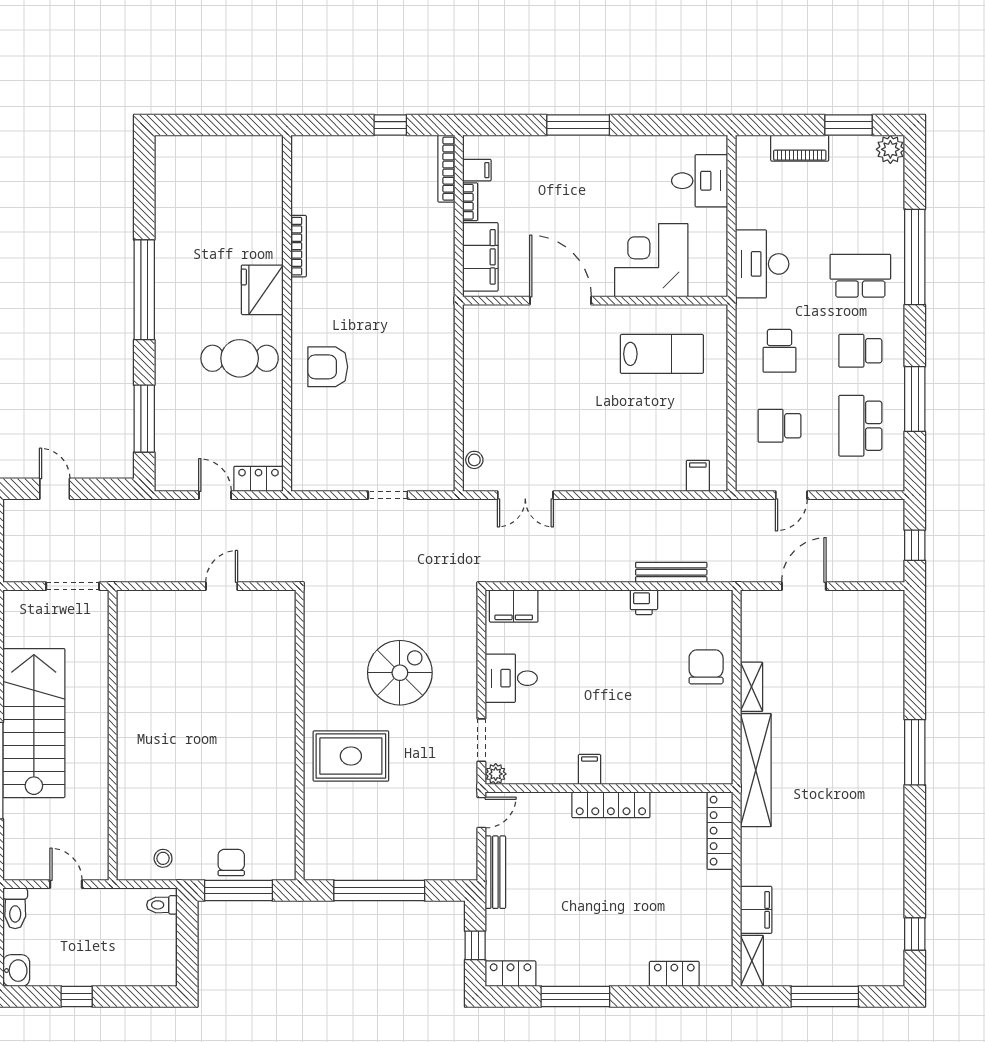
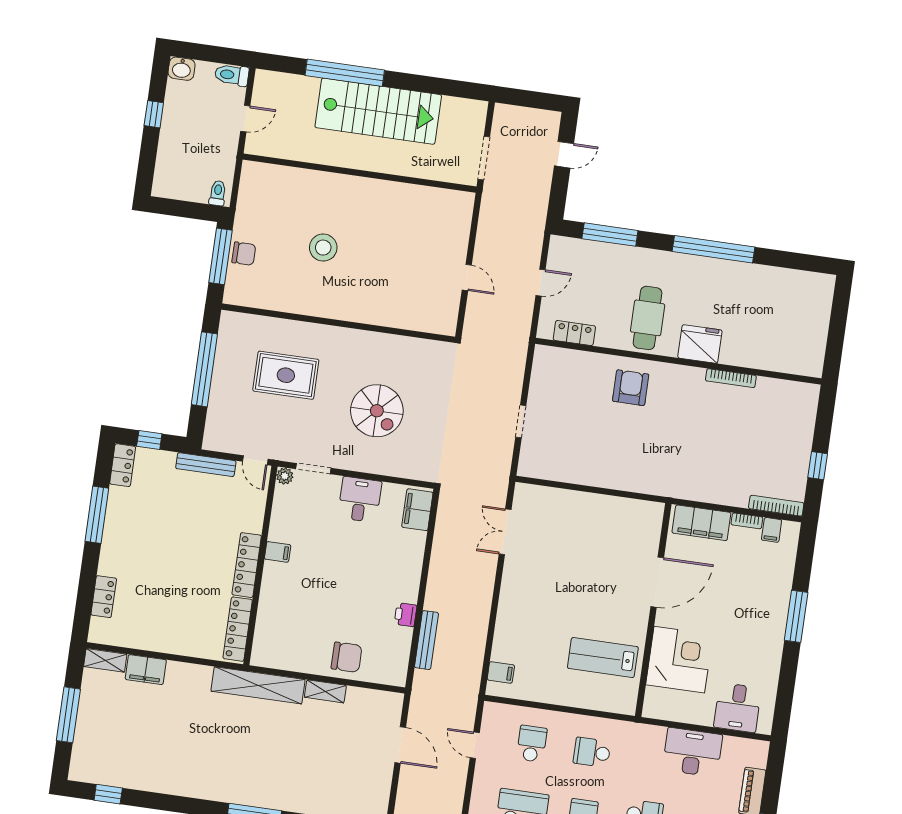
desk: (762, 264) -> (692, 752), moved
lab bench: (662, 354) -> (603, 658), turned 90
stool: (474, 460) -> (539, 495), removed
locker: (258, 479) -> (574, 333), moved, turned -90
rug: (351, 756) -> (286, 375), moved, turned 90
locker: (720, 831) -> (238, 629), moved, turned -90
stool: (163, 858) -> (323, 248), moved, width x1.89, depth x1.89

